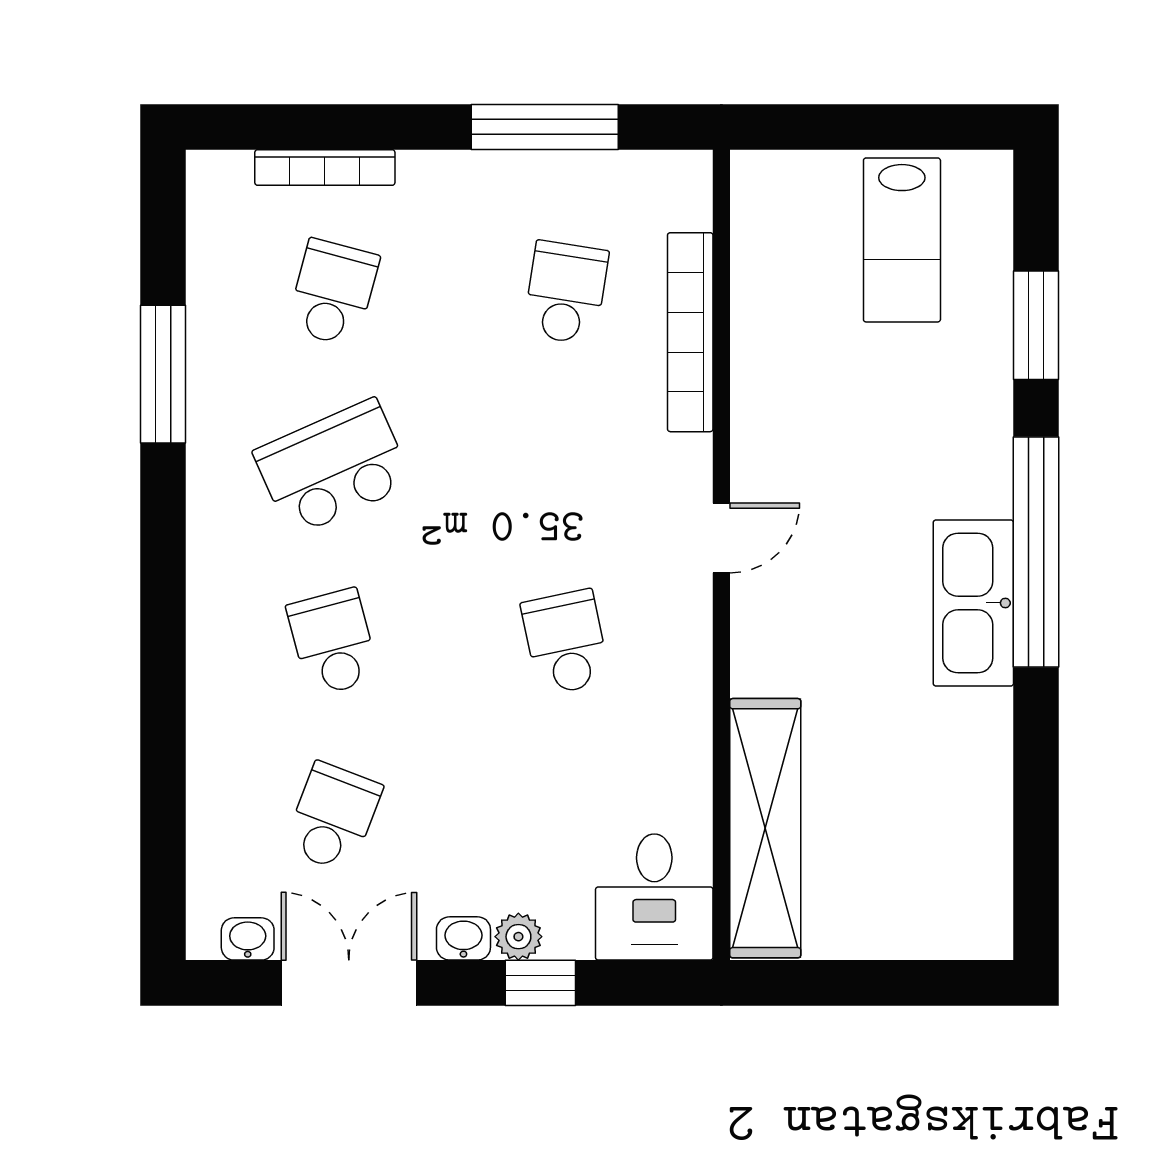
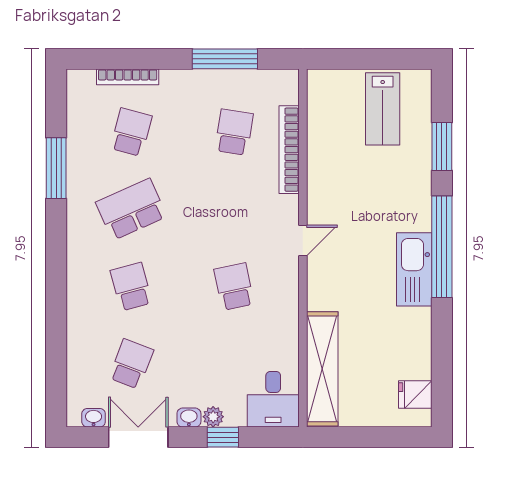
fridge: (976, 886) -> (415, 394), added

